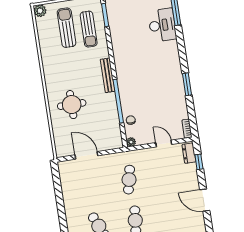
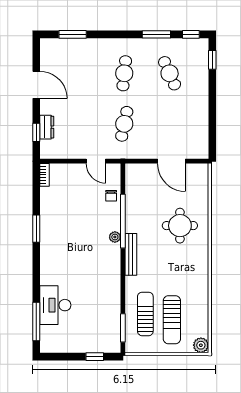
plant: (131, 142) -> (115, 237), moved
door: (164, 143) -> (96, 161), moved
dresser: (189, 153) -> (47, 127), moved

